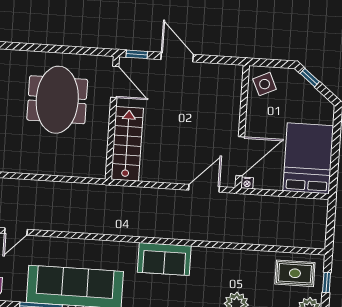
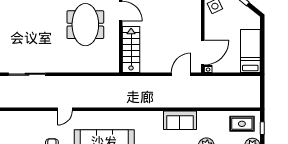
bed: (308, 158) -> (250, 51), width x0.67
sofa: (164, 259) -> (180, 120), moved

